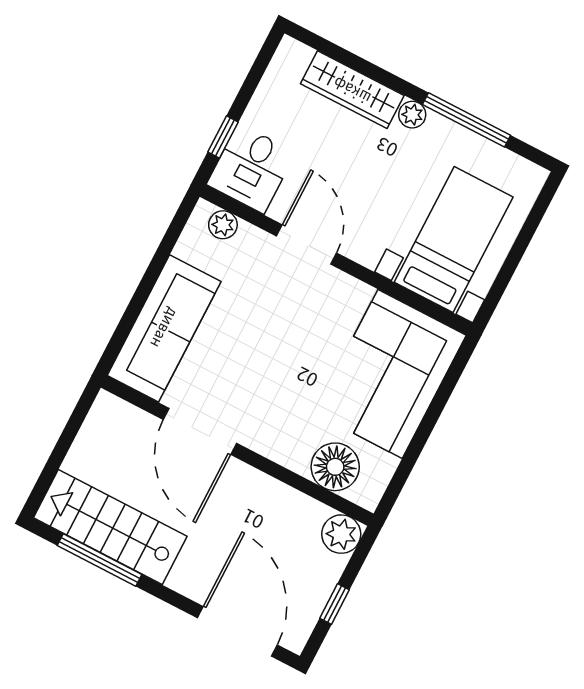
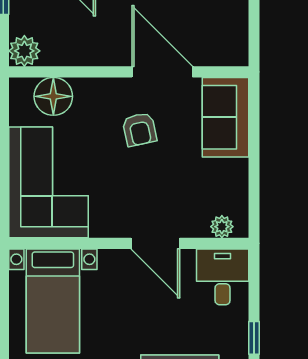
window: (223, 137) -> (254, 338), moved
sofa: (164, 328) -> (225, 117), width x0.73
armchair: (258, 380) -> (140, 129), added

